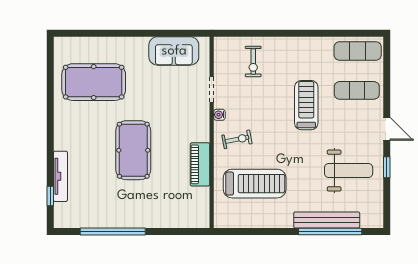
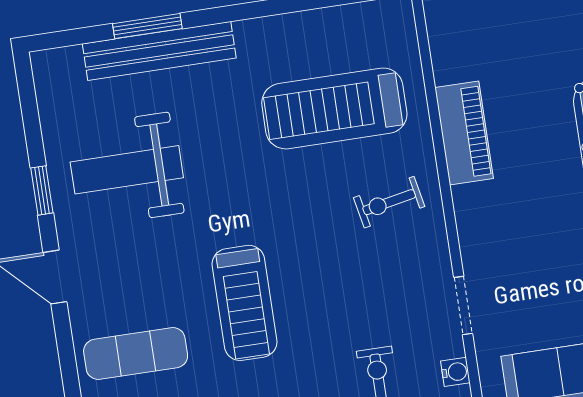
water cooler: (219, 115) -> (455, 372), moved
window: (330, 231) -> (147, 26), width x0.47

